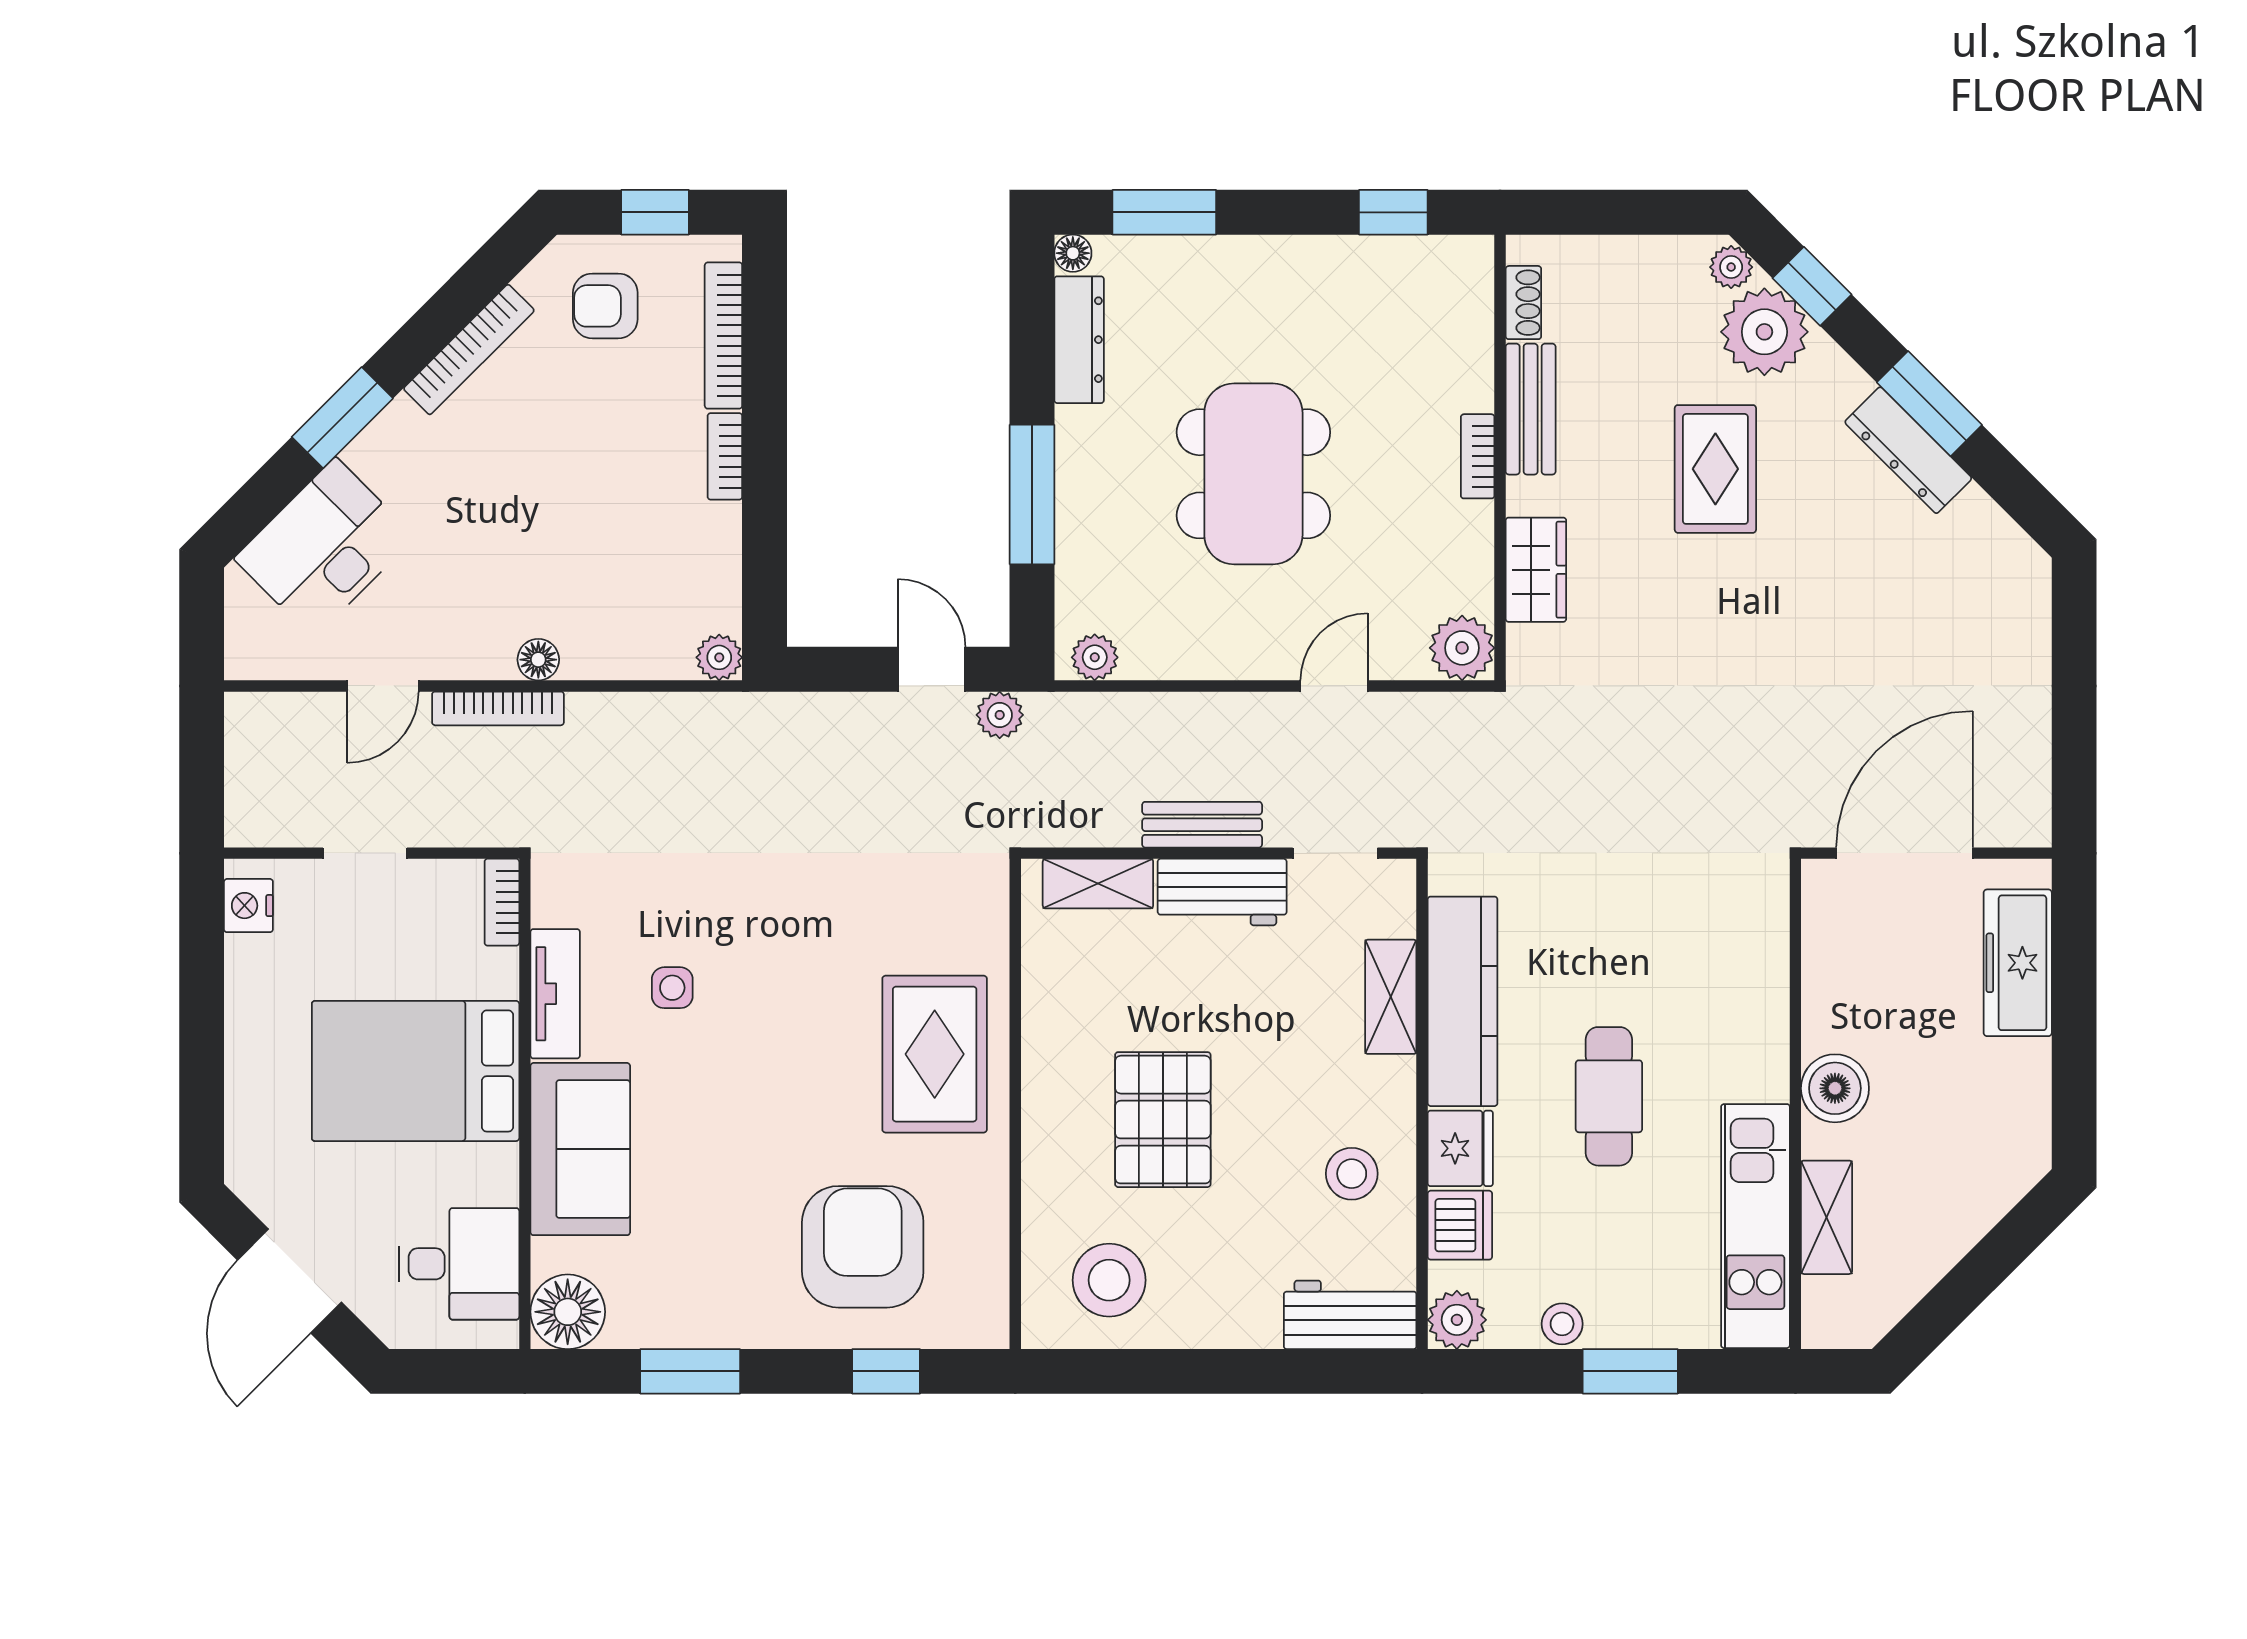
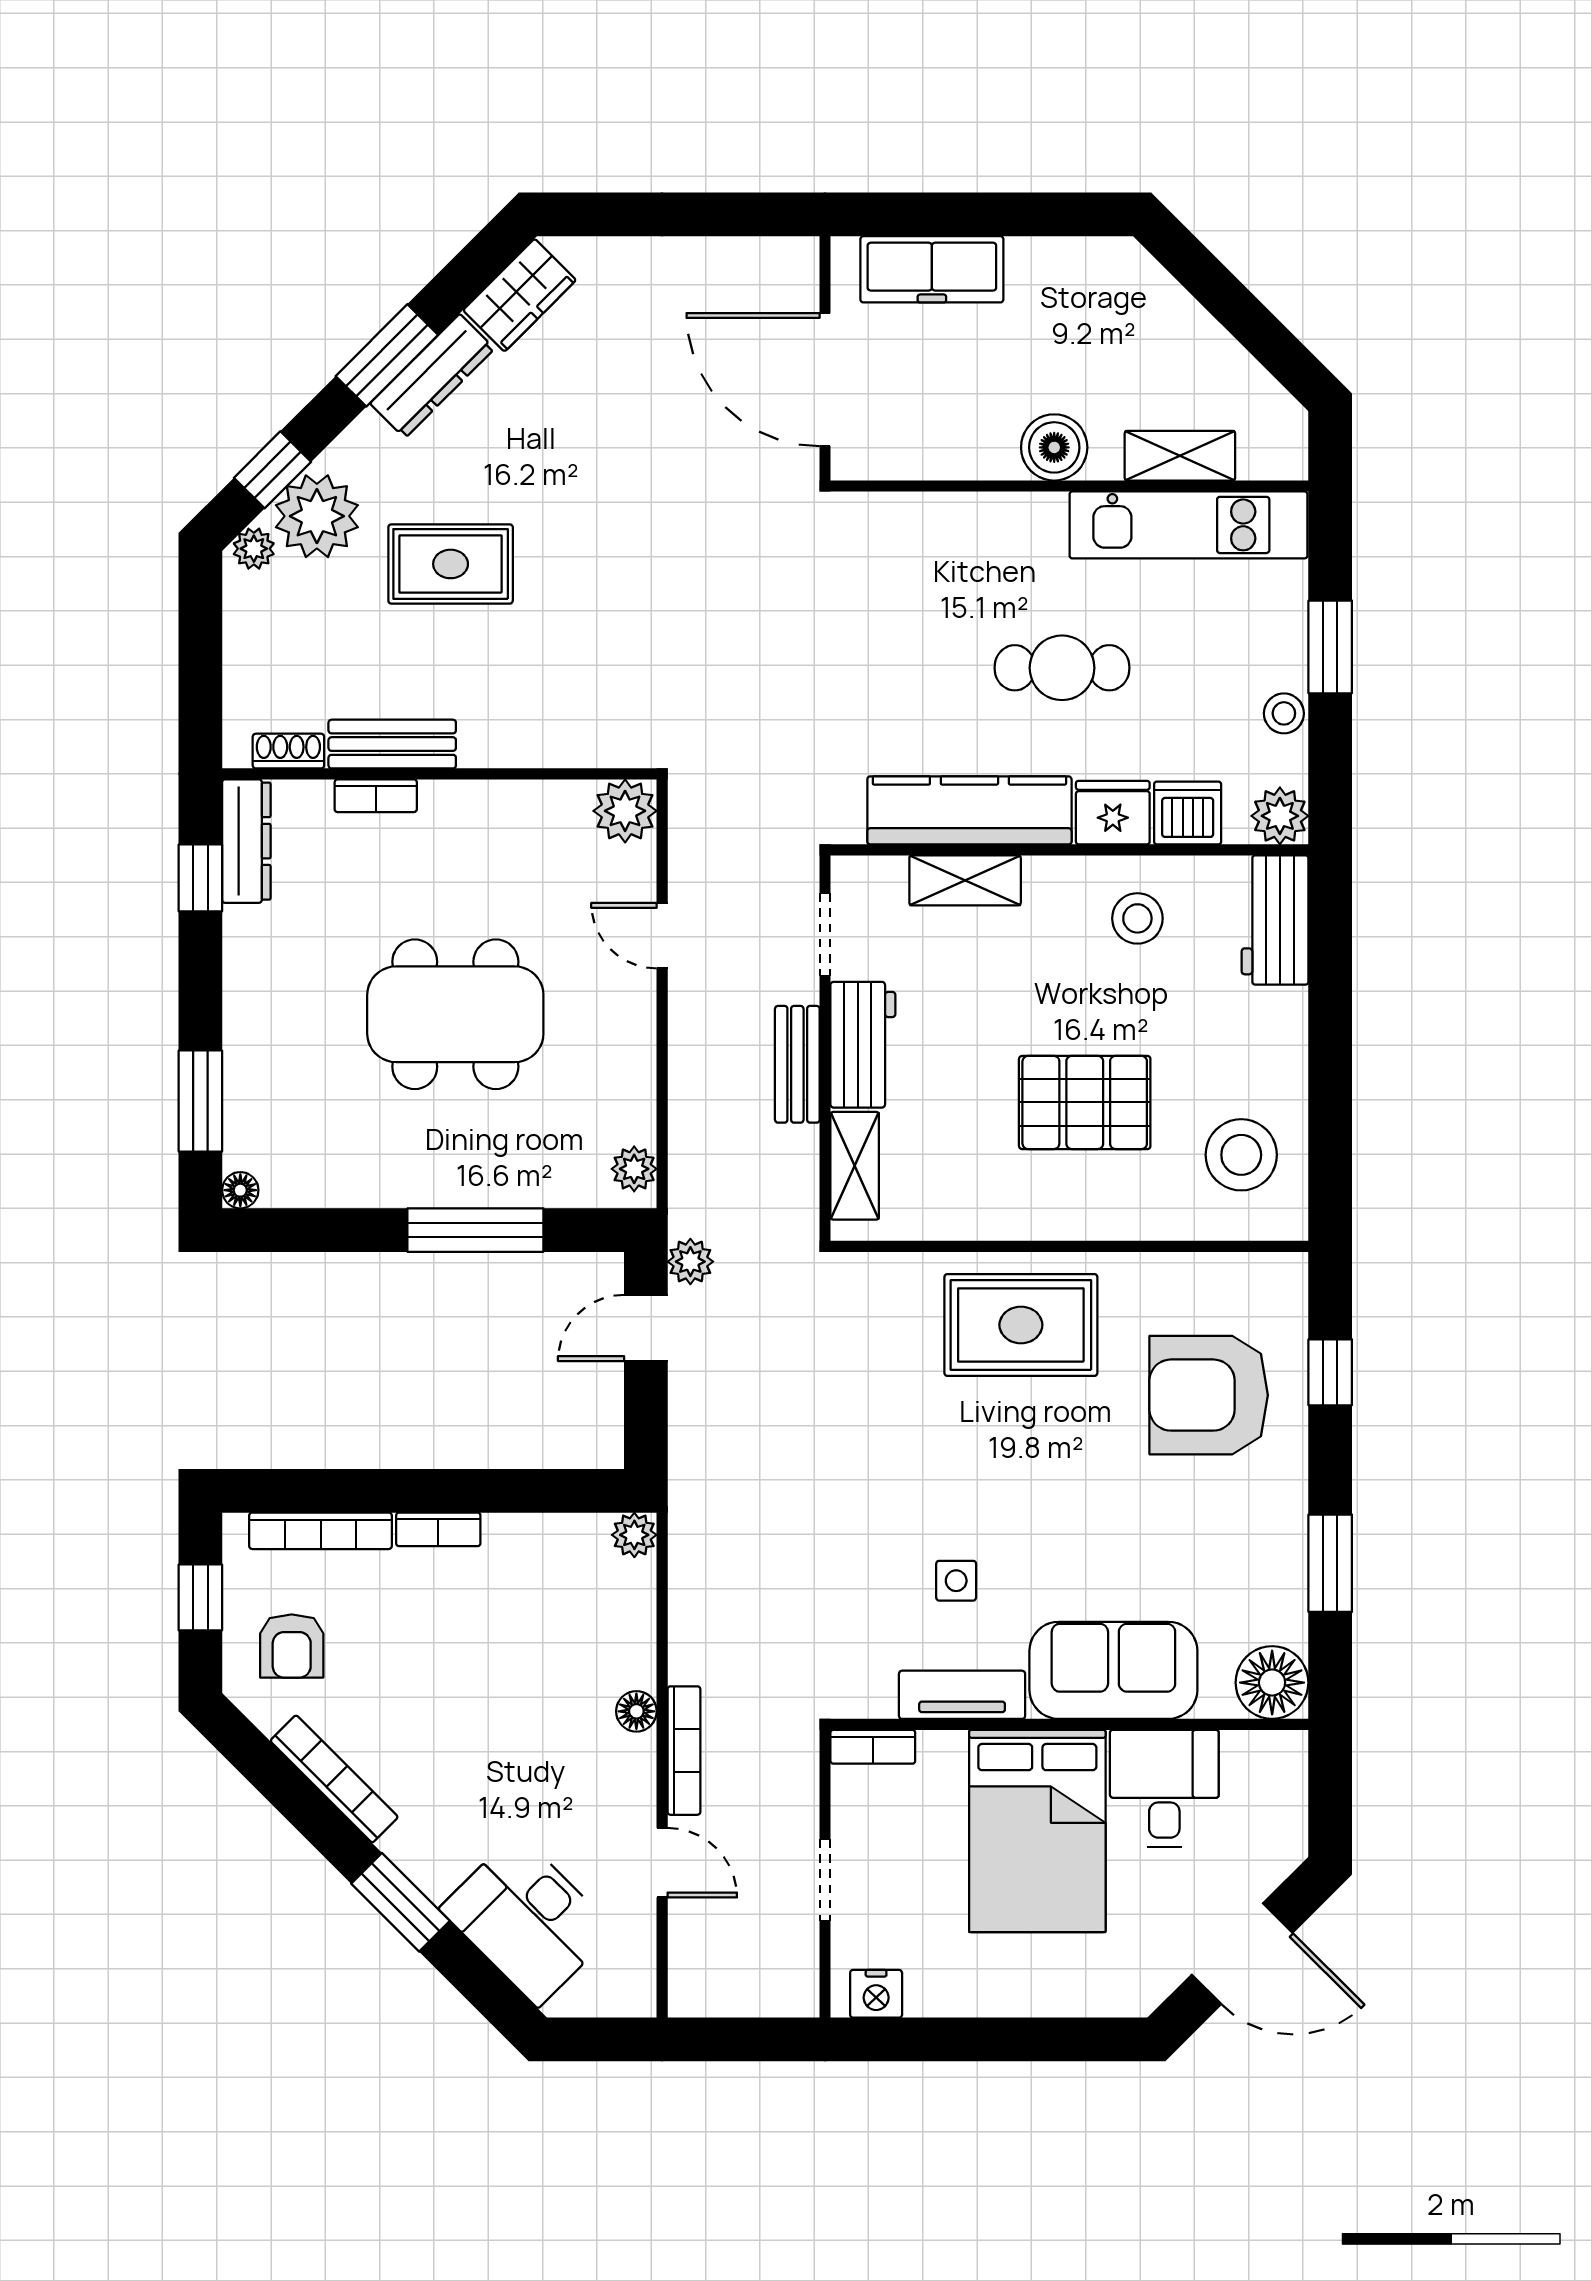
dresser: (1079, 340) -> (246, 841), moved, turned 90
bookcase: (1478, 456) -> (376, 796), moved
wardrobe: (1536, 570) -> (520, 295), moved, turned 135
desk: (459, 1264) -> (1164, 1788), moved

